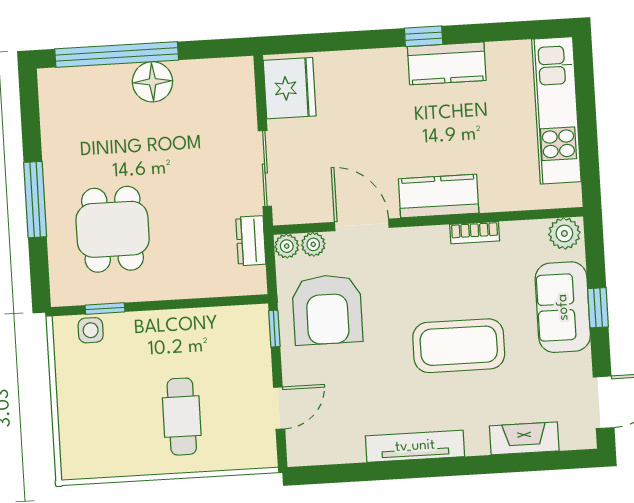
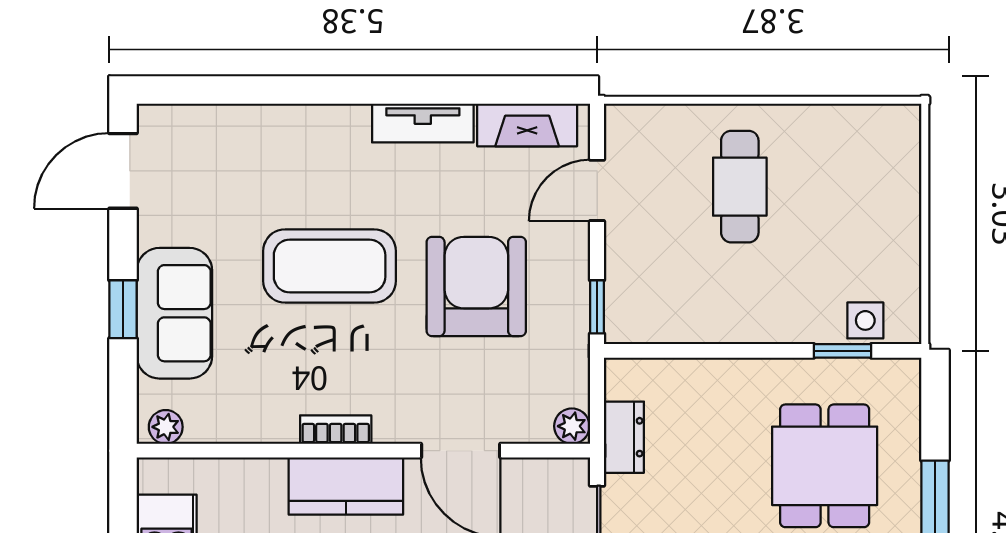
bookcase: (475, 233) -> (336, 430), moved
plant: (564, 233) -> (166, 427), width x0.73, depth x0.73
plant: (313, 244) -> (533, 426), removed
armchair: (327, 310) -> (476, 287), moved
fireplace: (524, 438) -> (527, 125), moved
tv unit: (415, 446) -> (423, 123), width x0.71

